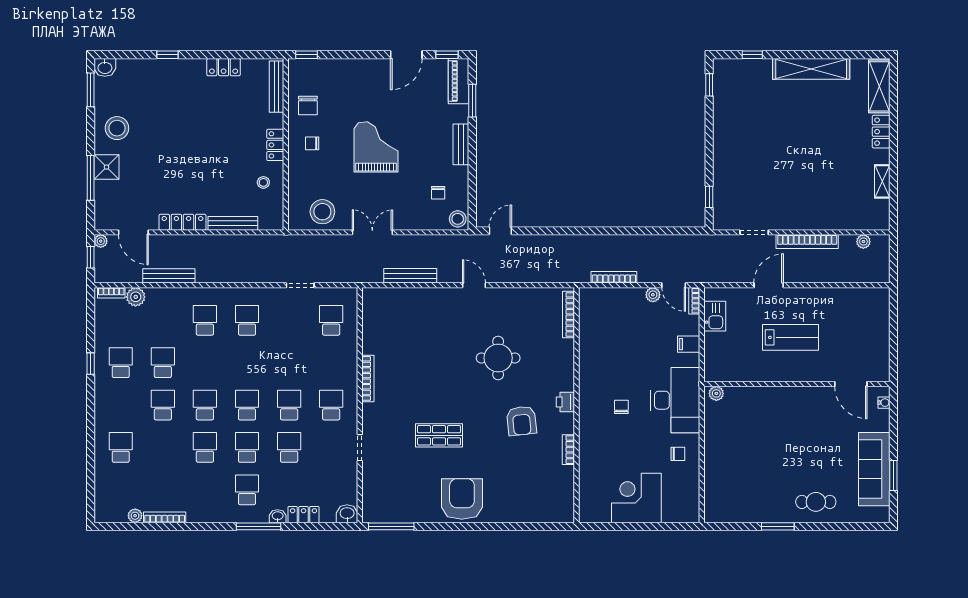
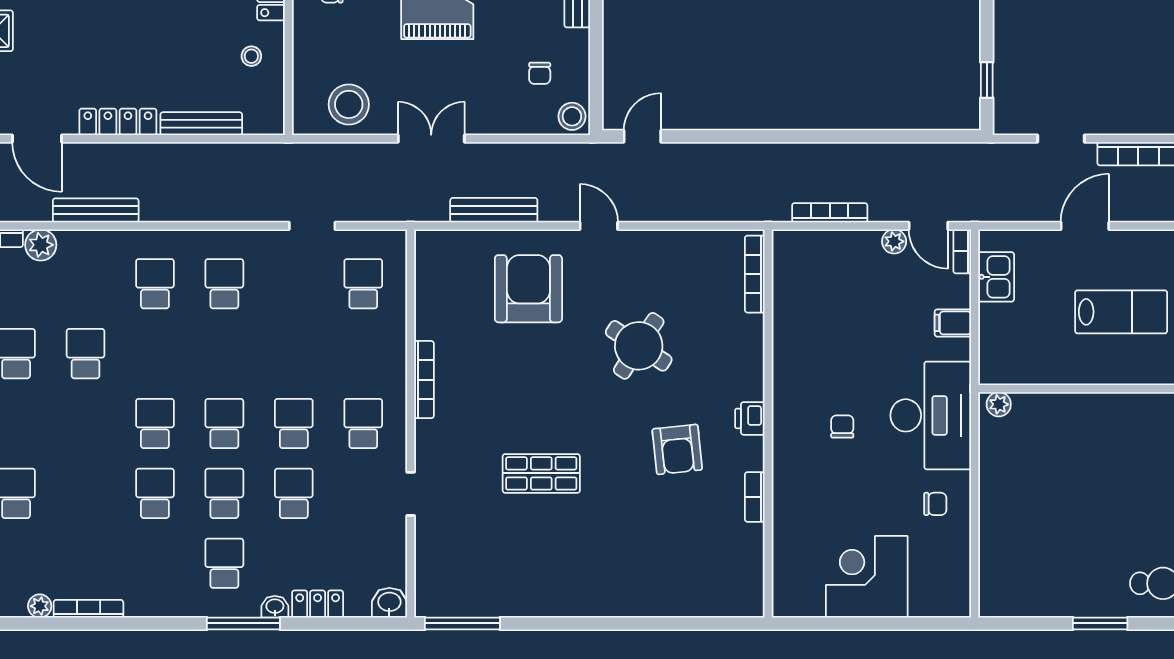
round table: (498, 358) -> (639, 346), turned 33
school desk: (163, 405) -> (85, 423), removed
armchair: (462, 499) -> (528, 289), moved

